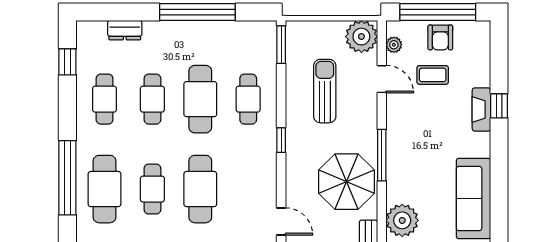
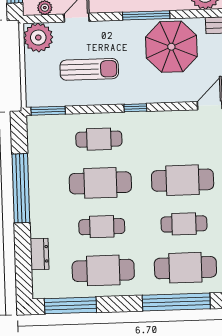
window: (67, 62) -> (70, 305), width x2.17
sun lounger: (325, 91) -> (89, 69), turned 180
cafe table: (105, 99) -> (103, 270), width x1.37, depth x1.35

